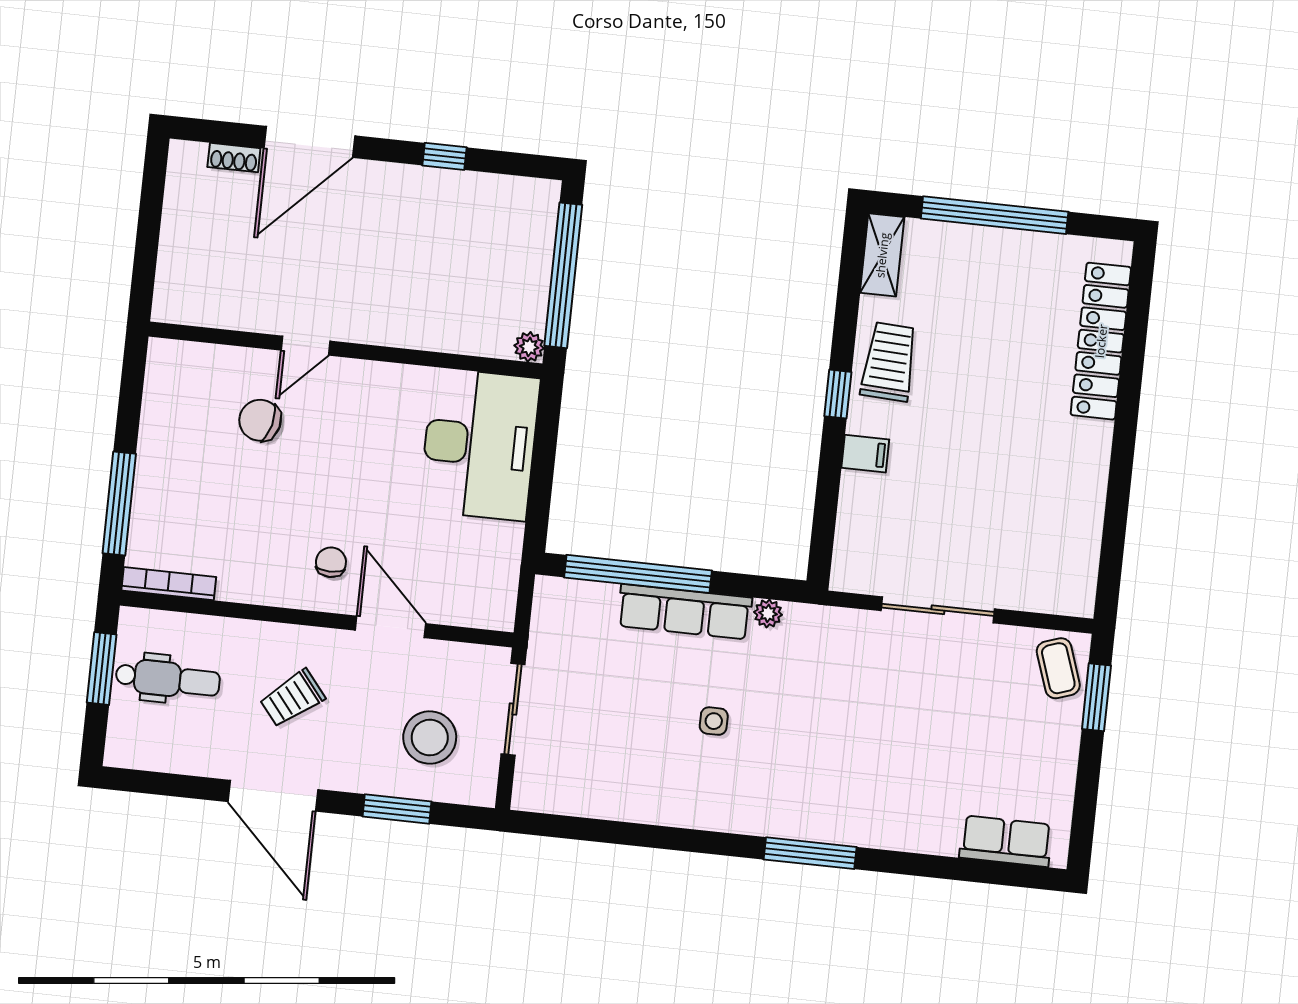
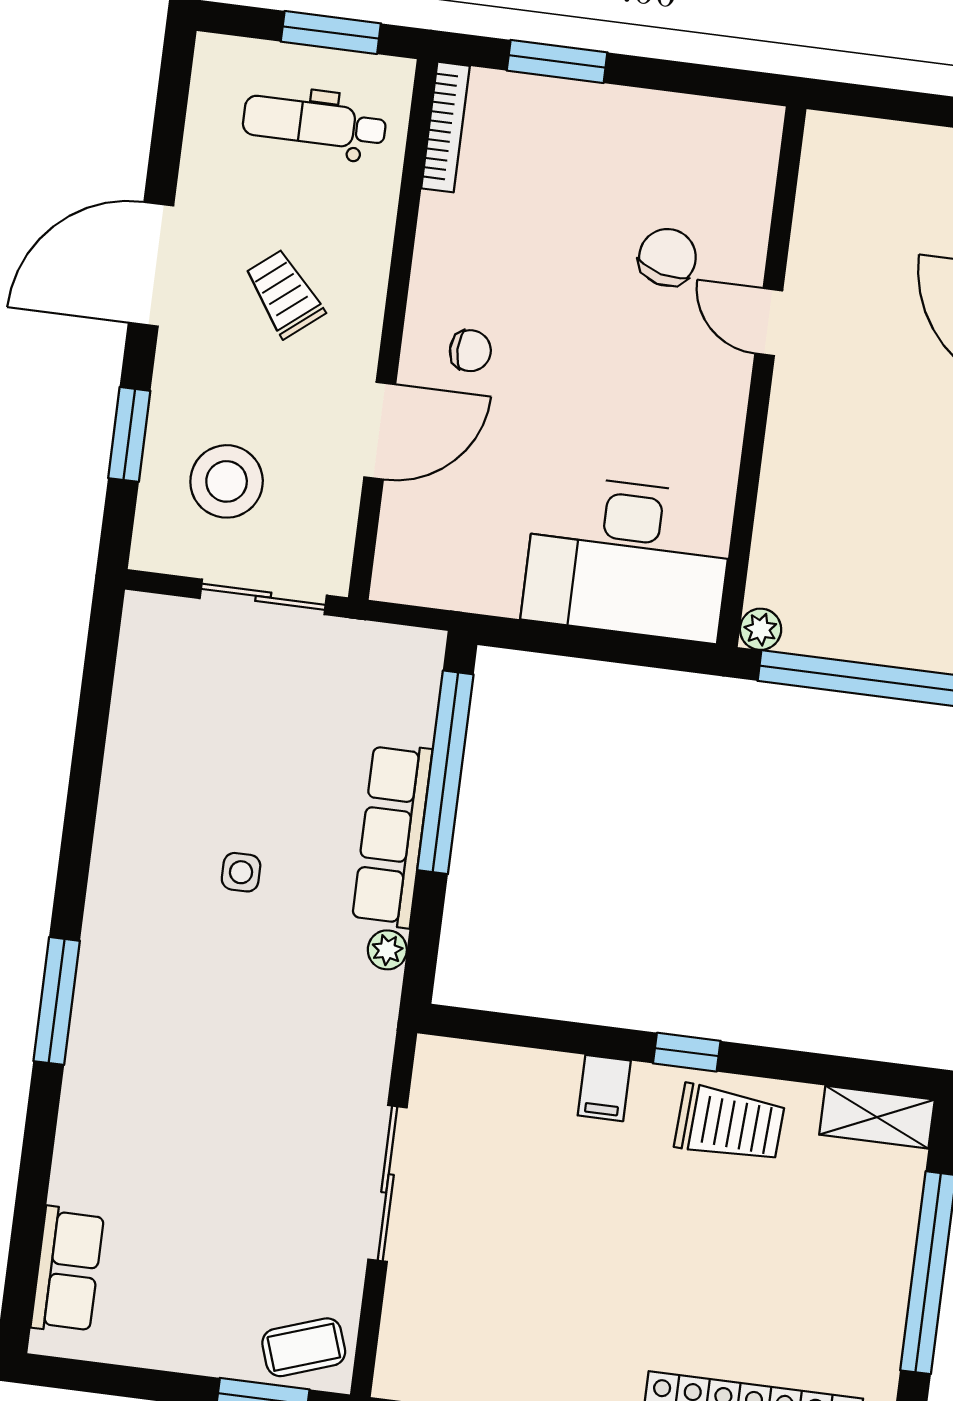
window: (119, 504) -> (557, 61), width x0.69
dental chair: (168, 679) -> (314, 123), turned 90

